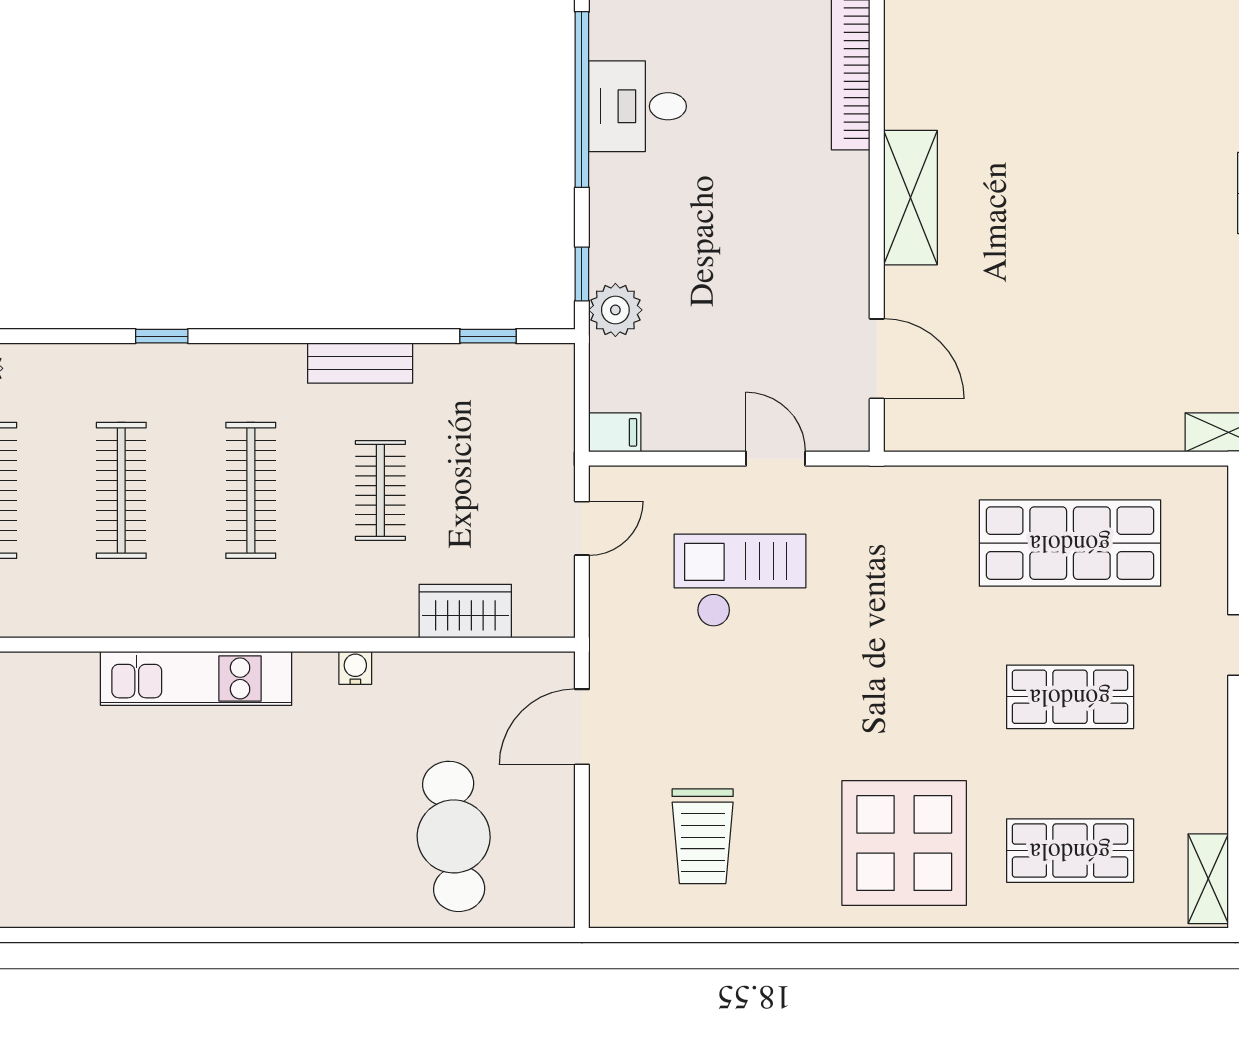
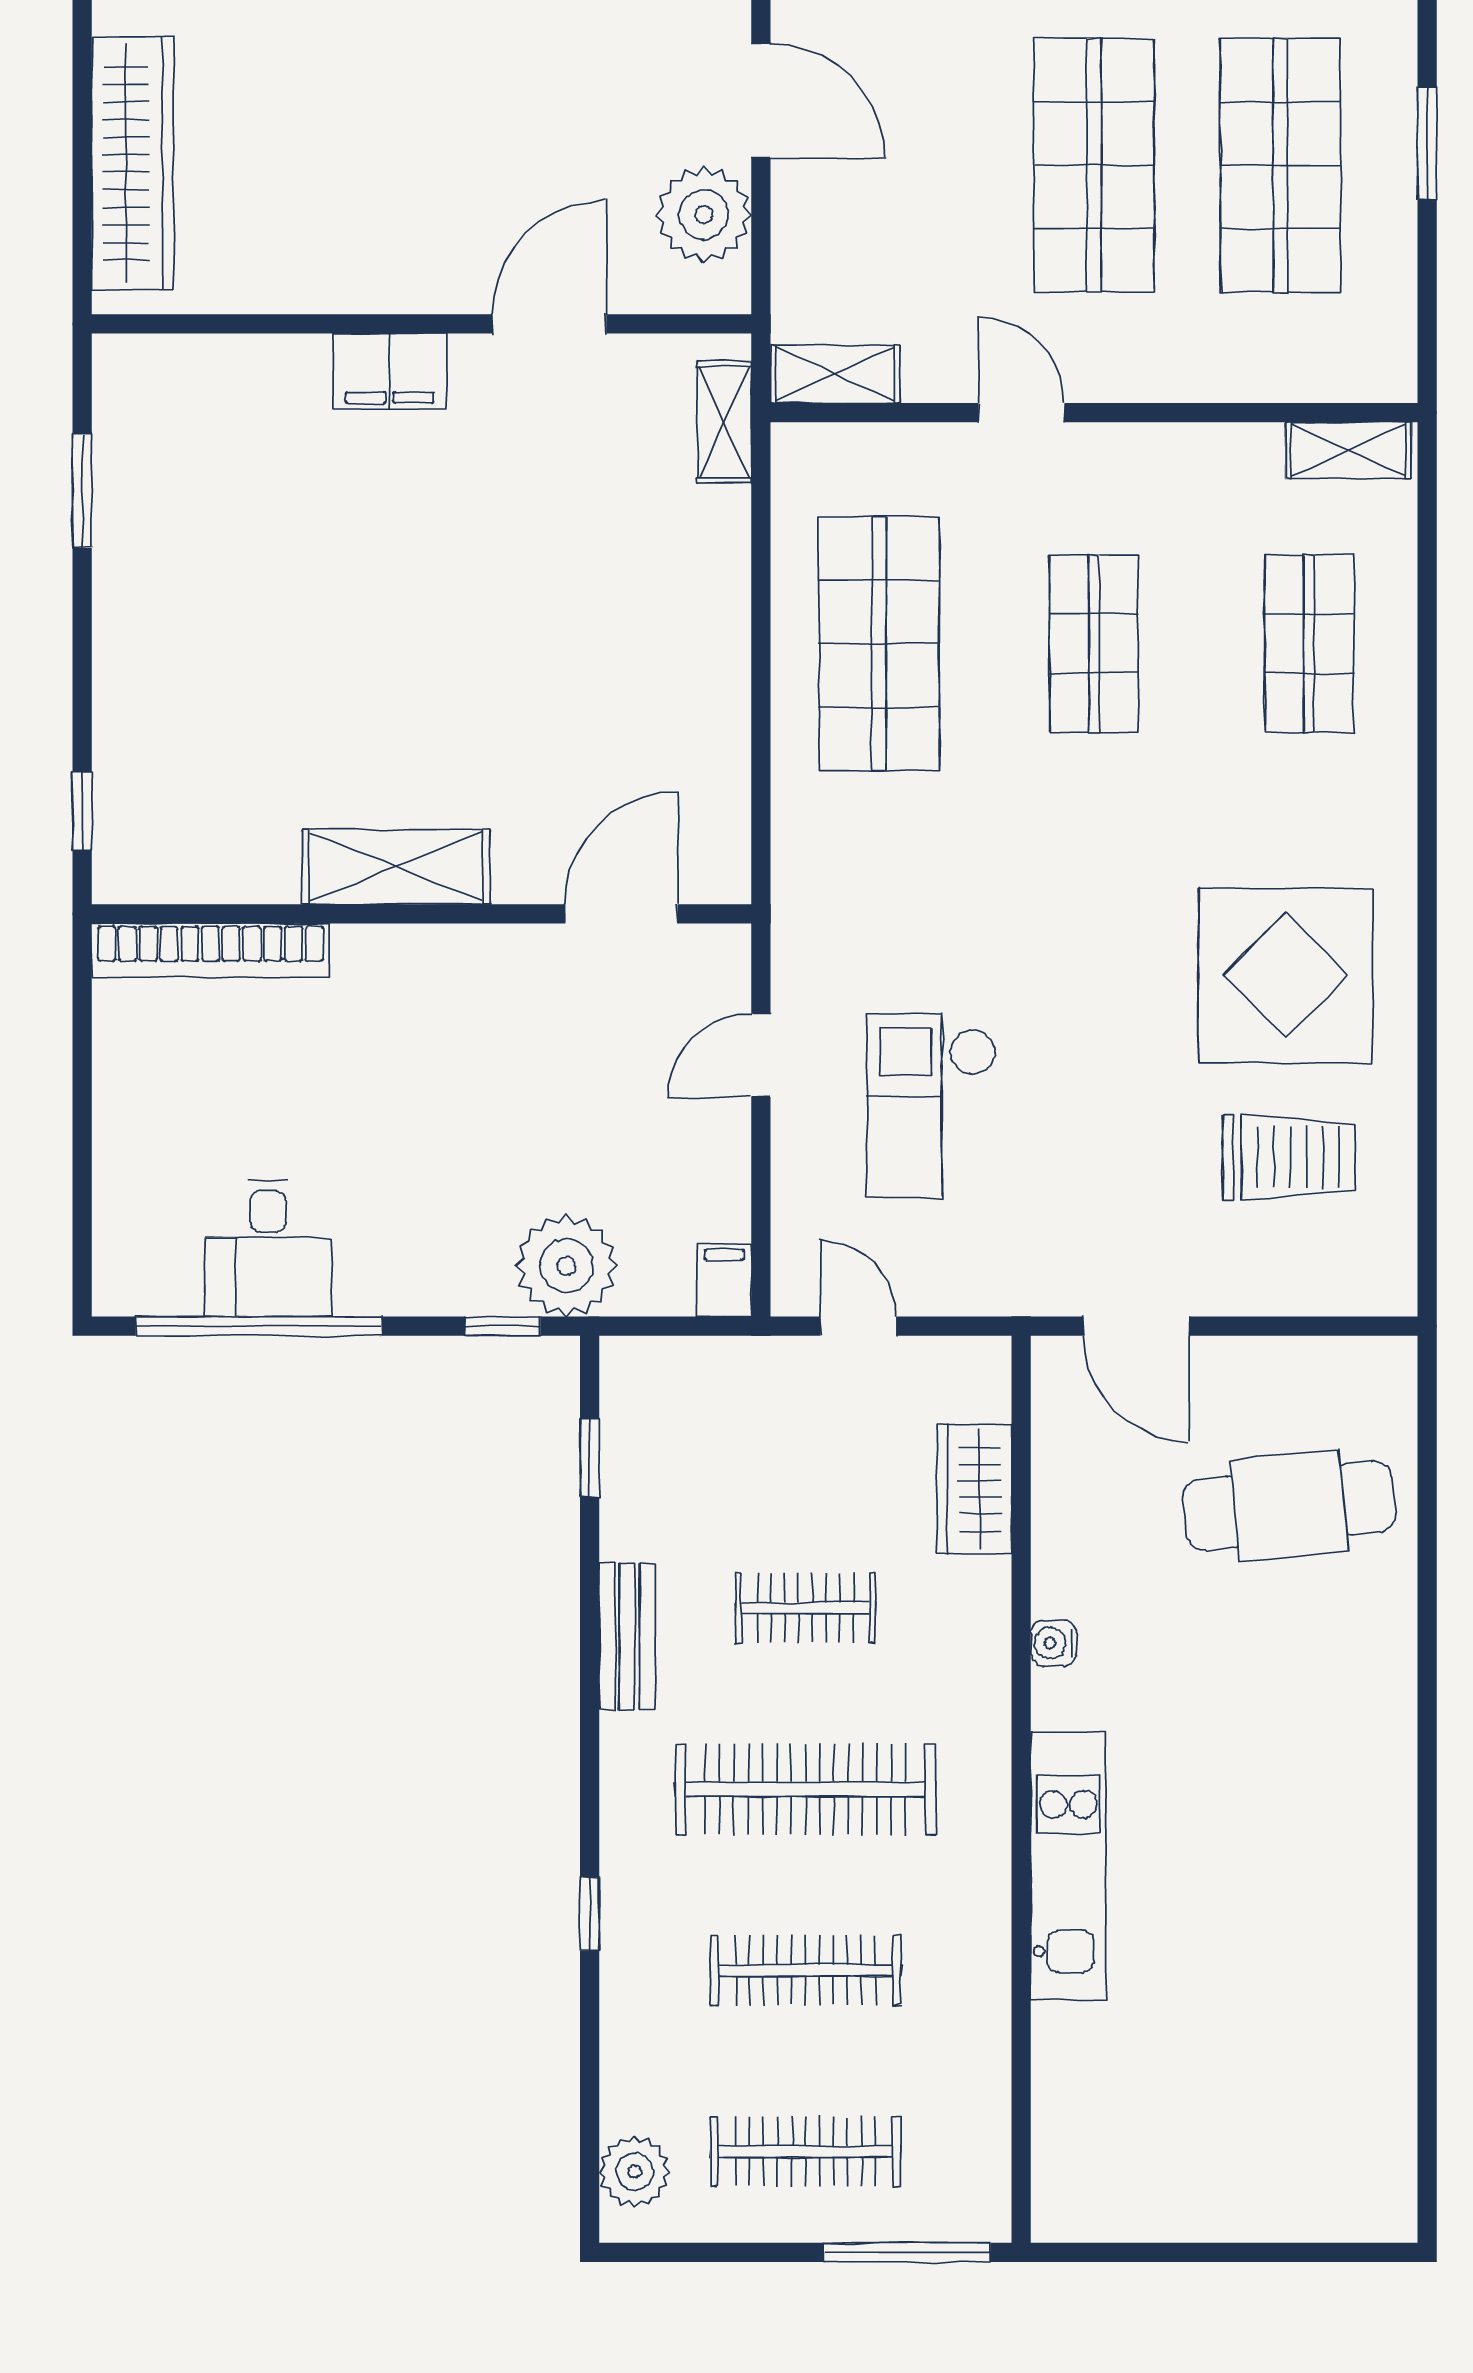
plant: (615, 310) -> (567, 1266), width x1.36, depth x1.36
clothes rail: (251, 490) -> (805, 1789), width x1.37, depth x1.31
display table: (904, 843) -> (1286, 975), moved

